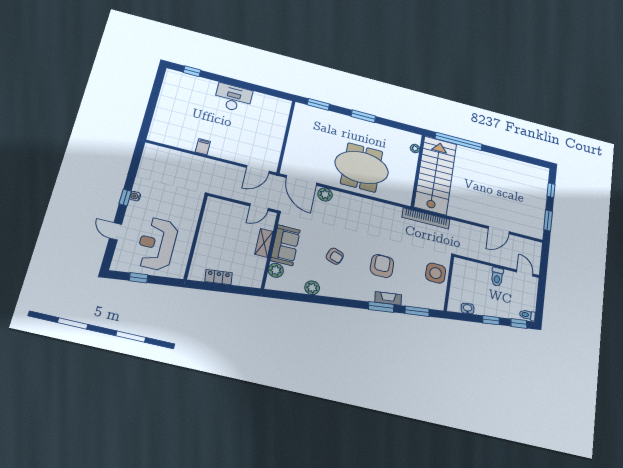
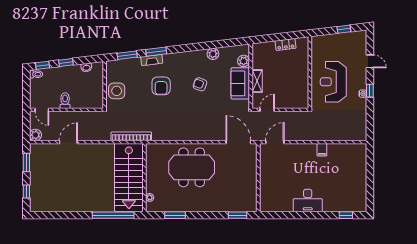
window: (363, 116) -> (175, 215), moved
plant: (325, 195) -> (35, 135), moved
reception desk: (157, 244) -> (333, 82), moved, turned 180

